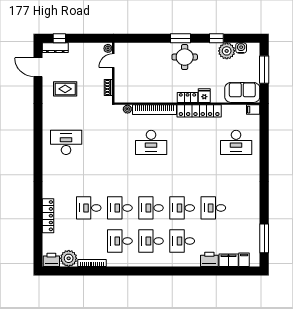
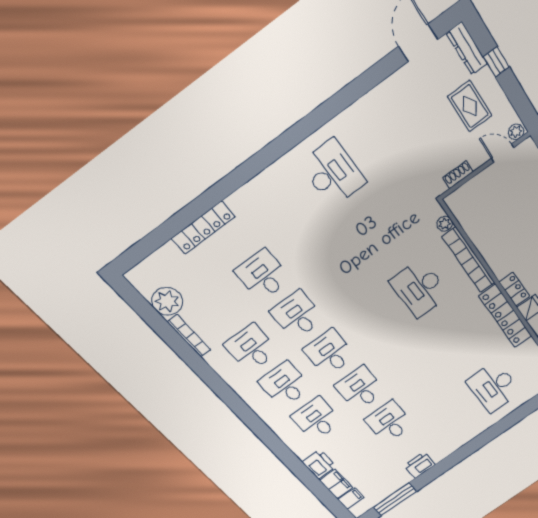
window: (59, 38) -> (496, 62), moved
rug: (65, 89) -> (470, 106), moved
printer: (51, 260) -> (420, 465), moved, turned -90

